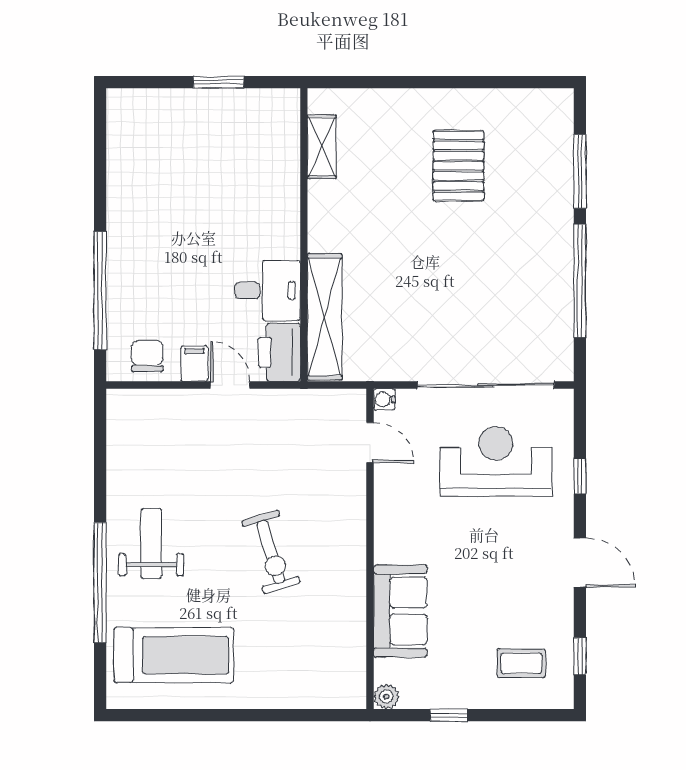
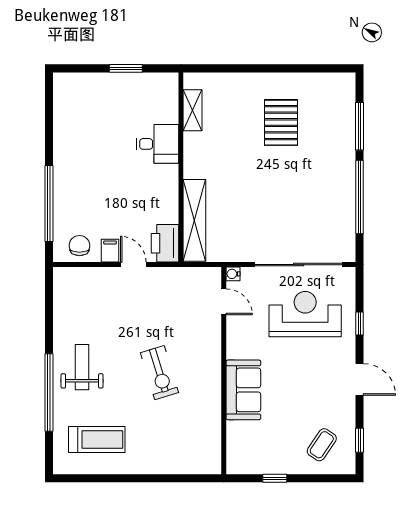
desk: (268, 290) -> (157, 144), moved
sofa: (400, 611) -> (243, 390), moved
treadmill: (174, 655) -> (97, 439), width x0.73, depth x0.73
coffee table: (521, 663) -> (322, 445), turned -56
plant: (386, 697) -> (234, 466), removed

